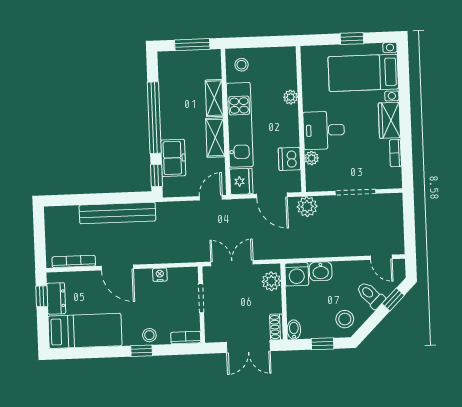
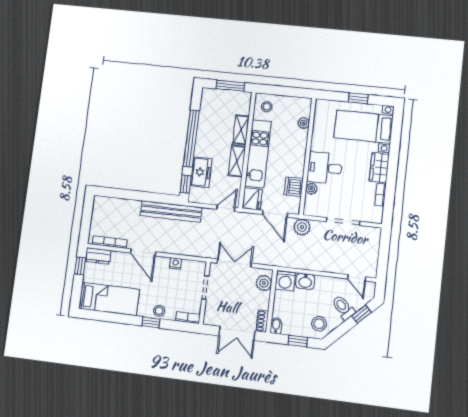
plant: (291, 97) -> (304, 123), moved
bench: (117, 213) -> (171, 211), moved
dresser: (56, 298) -> (98, 256), moved, turned 90

